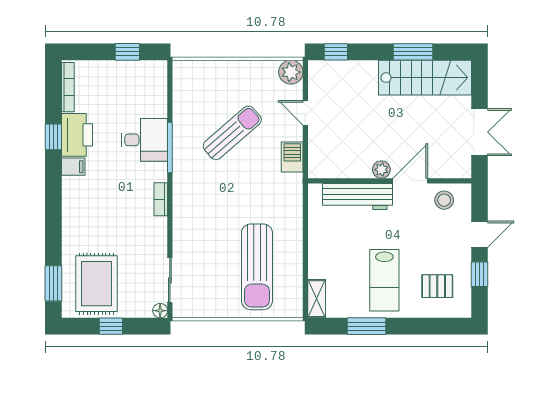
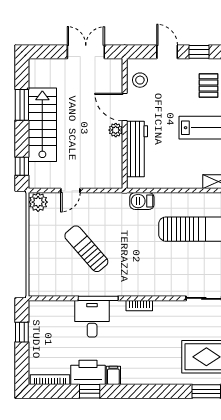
stairs: (425, 78) -> (42, 125), moved
barbecue: (292, 157) -> (142, 201), moved

